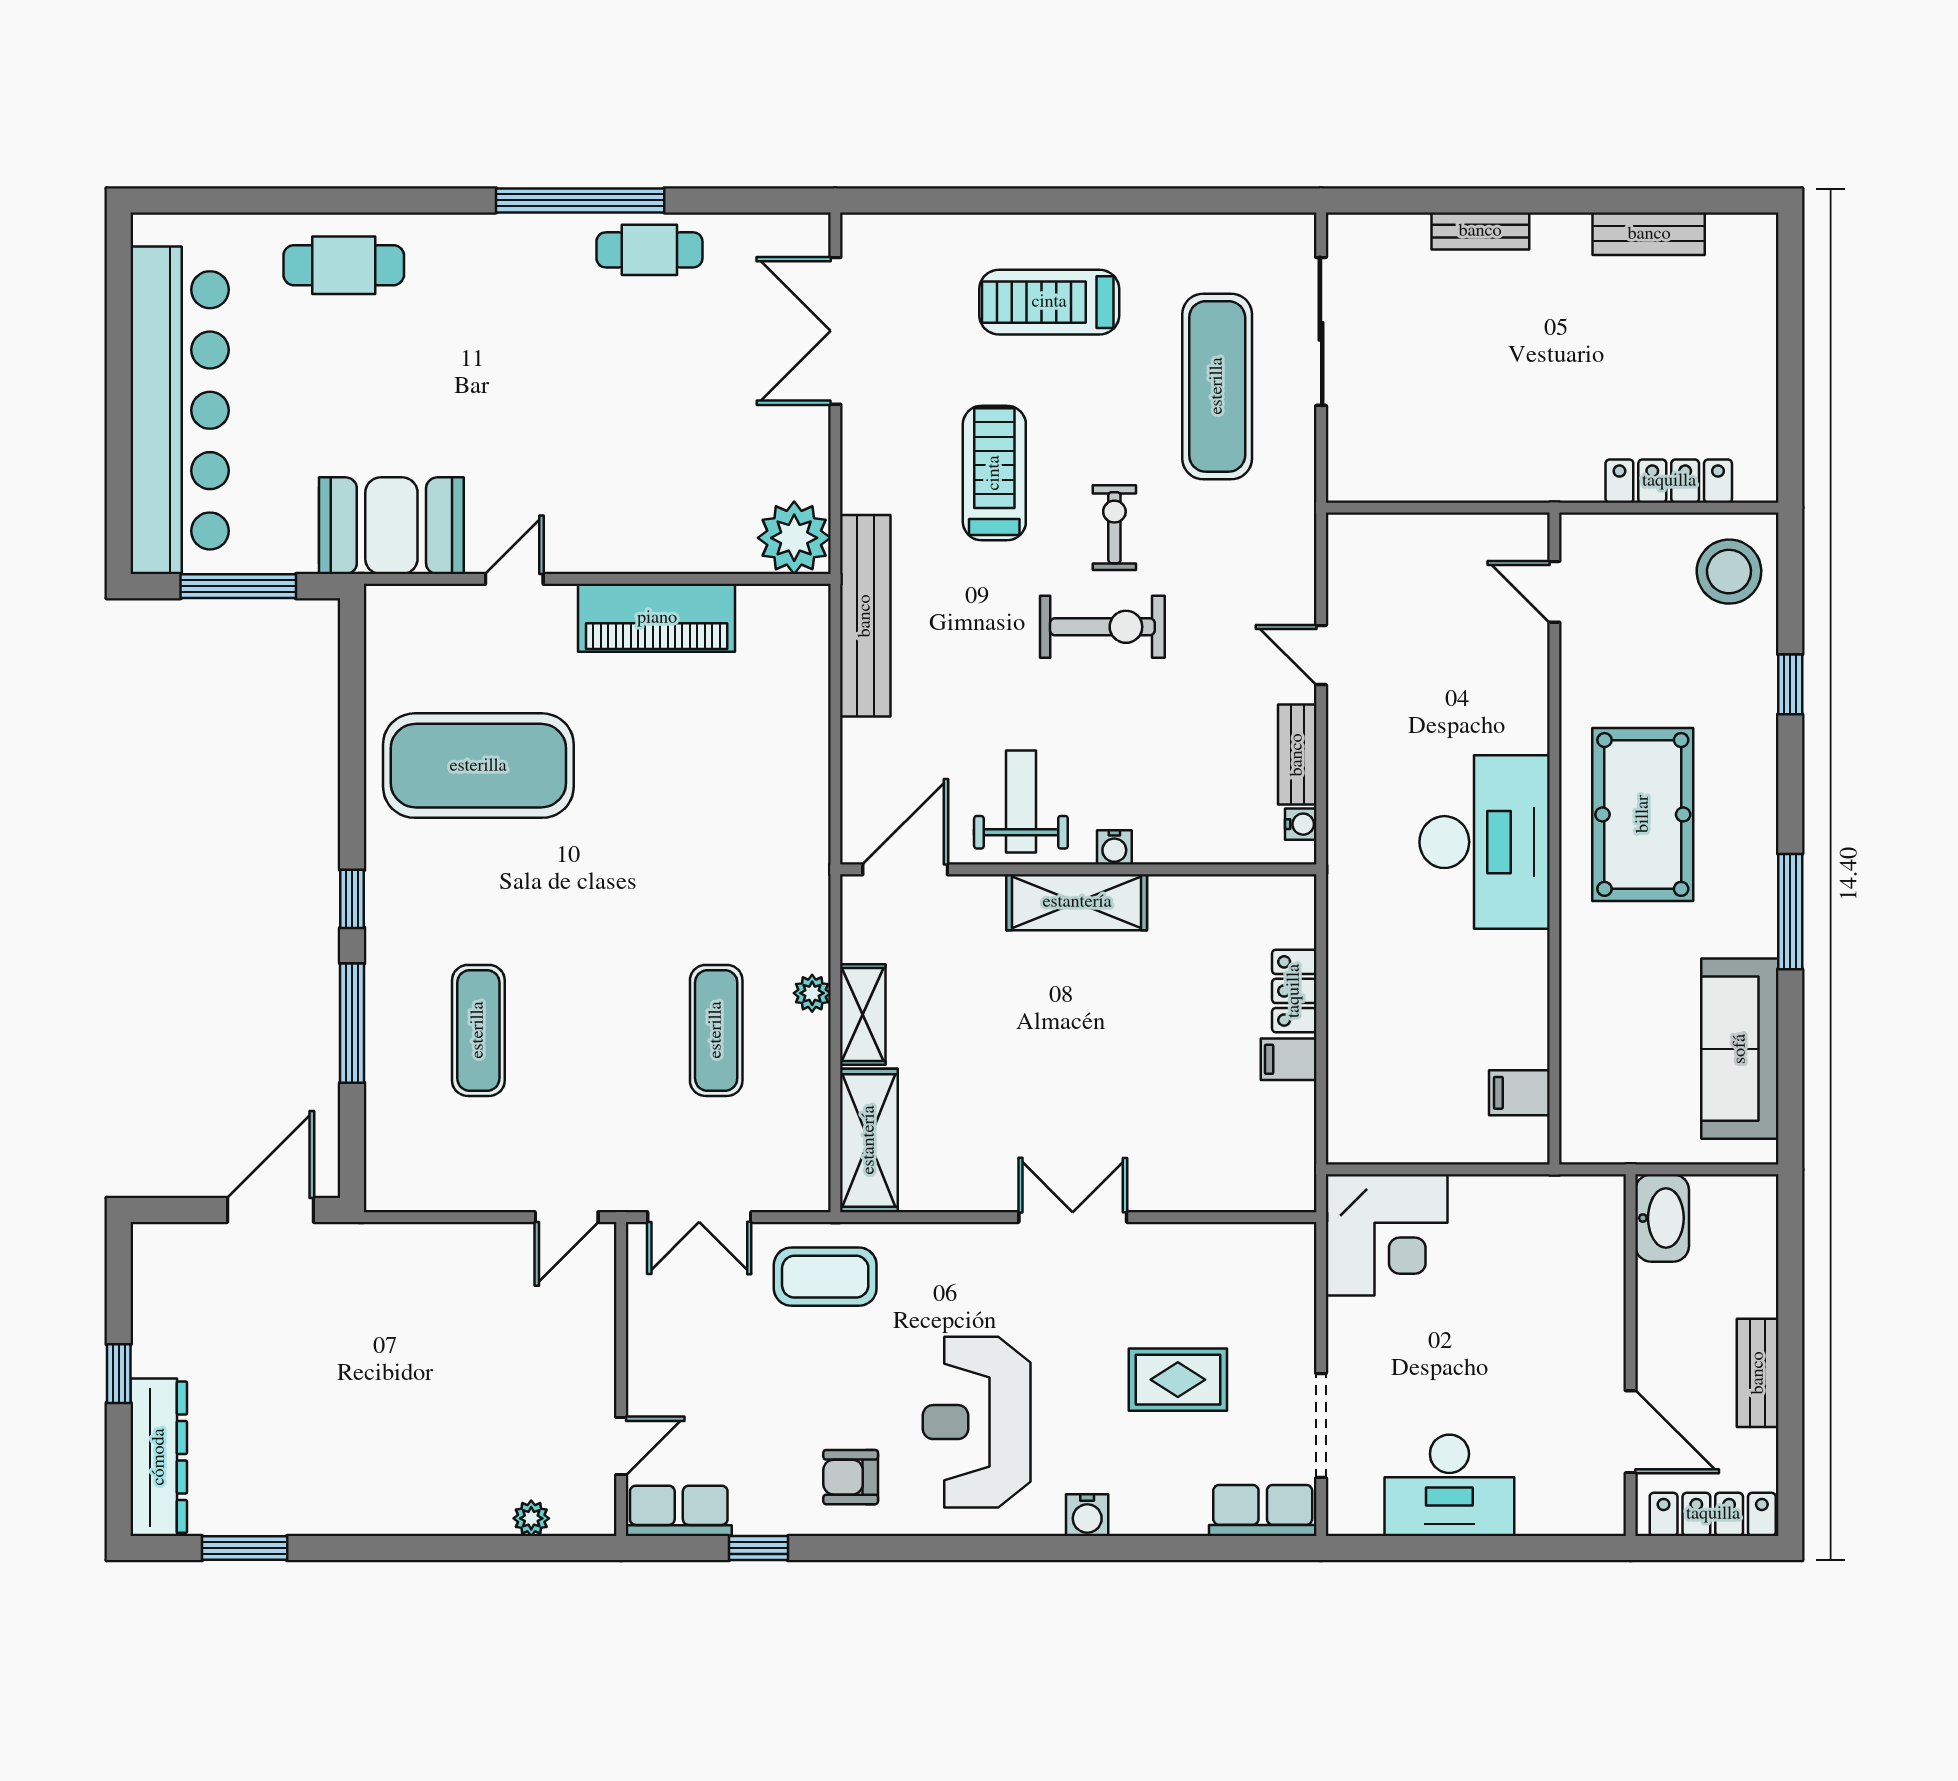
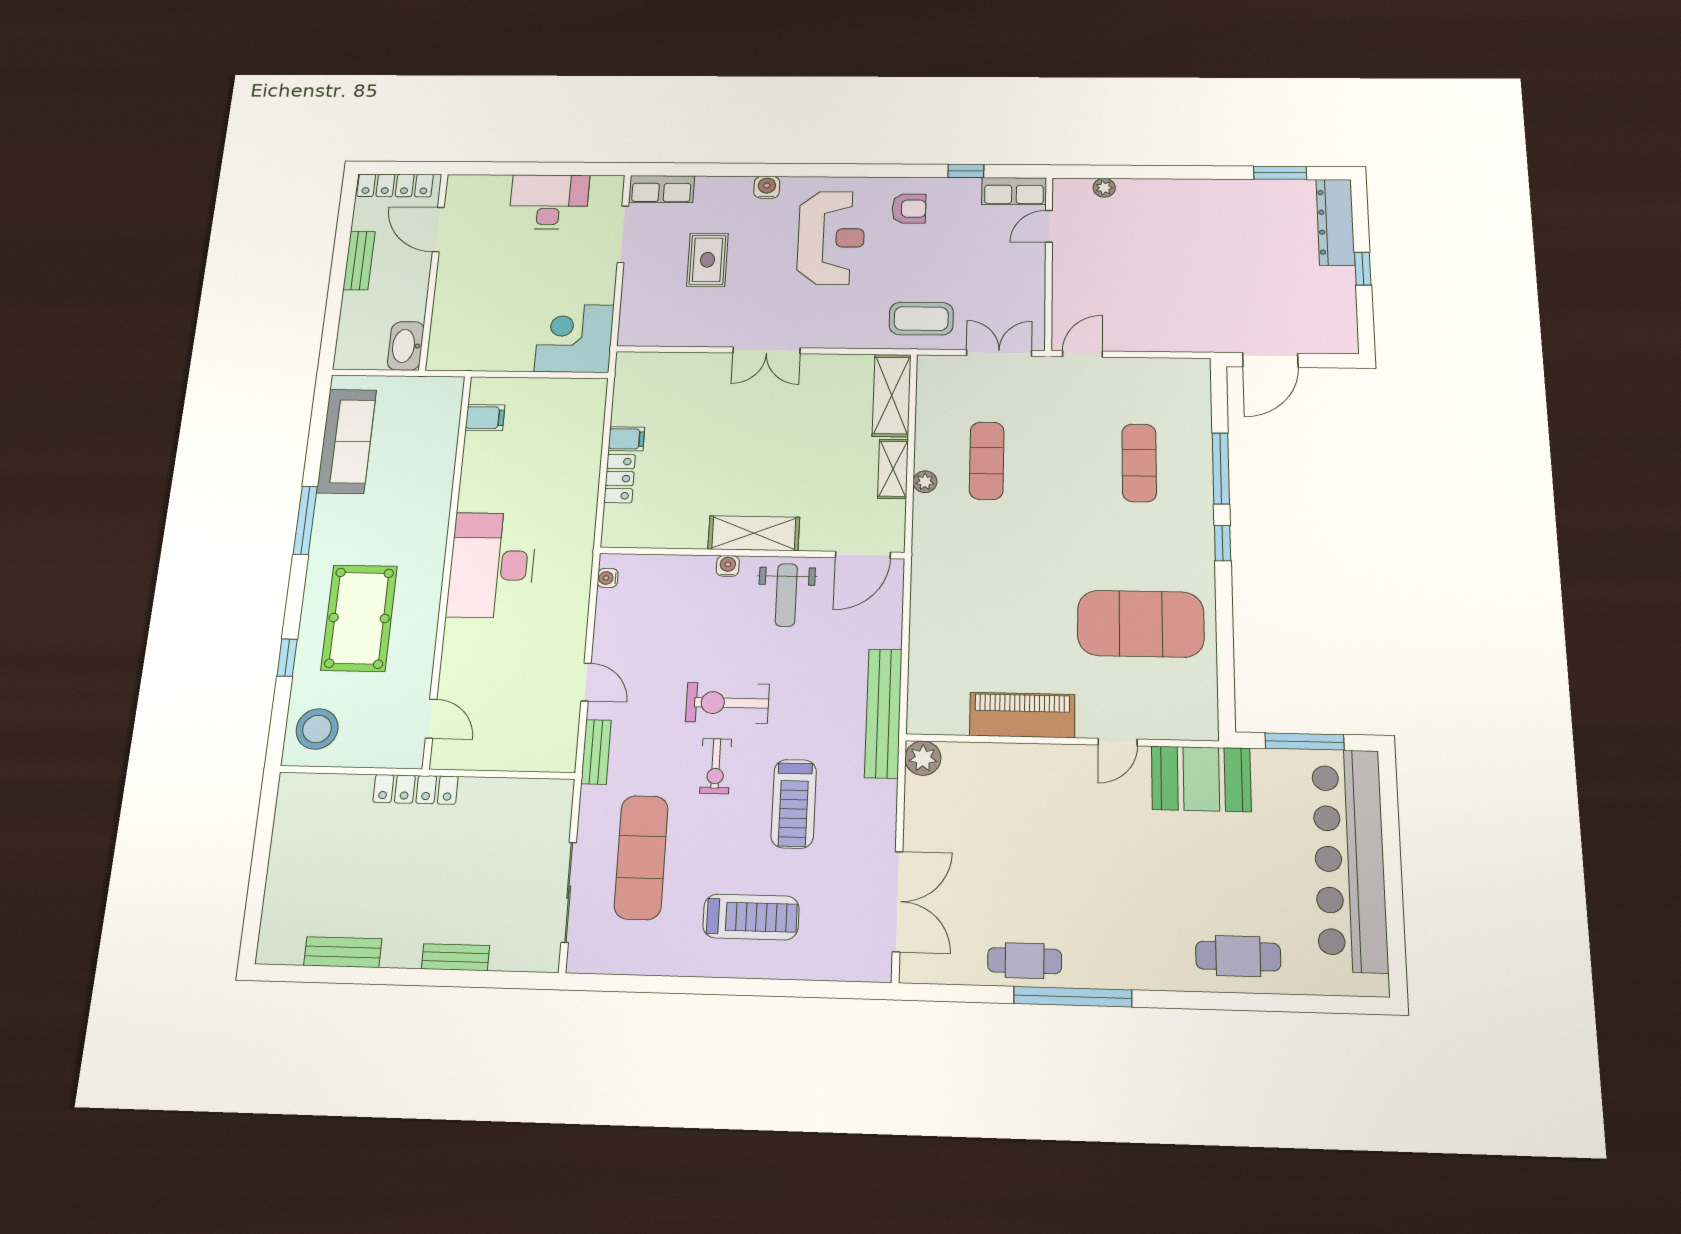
locker: (1669, 481) -> (416, 789), moved
plant: (794, 538) -> (923, 758), width x0.73, depth x0.73
bench: (1297, 755) -> (596, 752), moved
pool table: (1643, 814) -> (359, 618), moved
rug: (1178, 1380) -> (708, 260), turned 90

